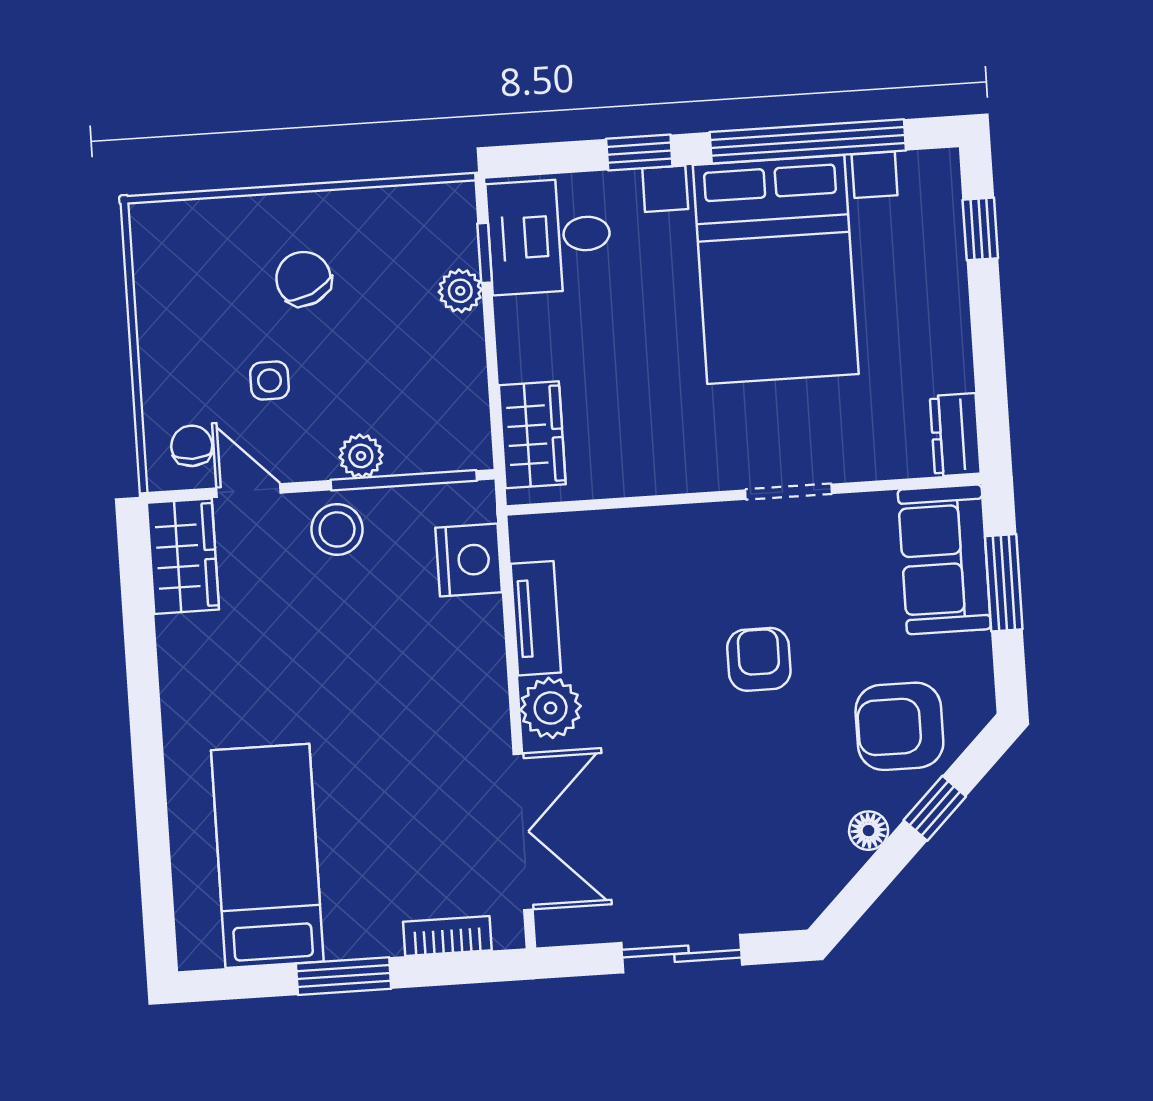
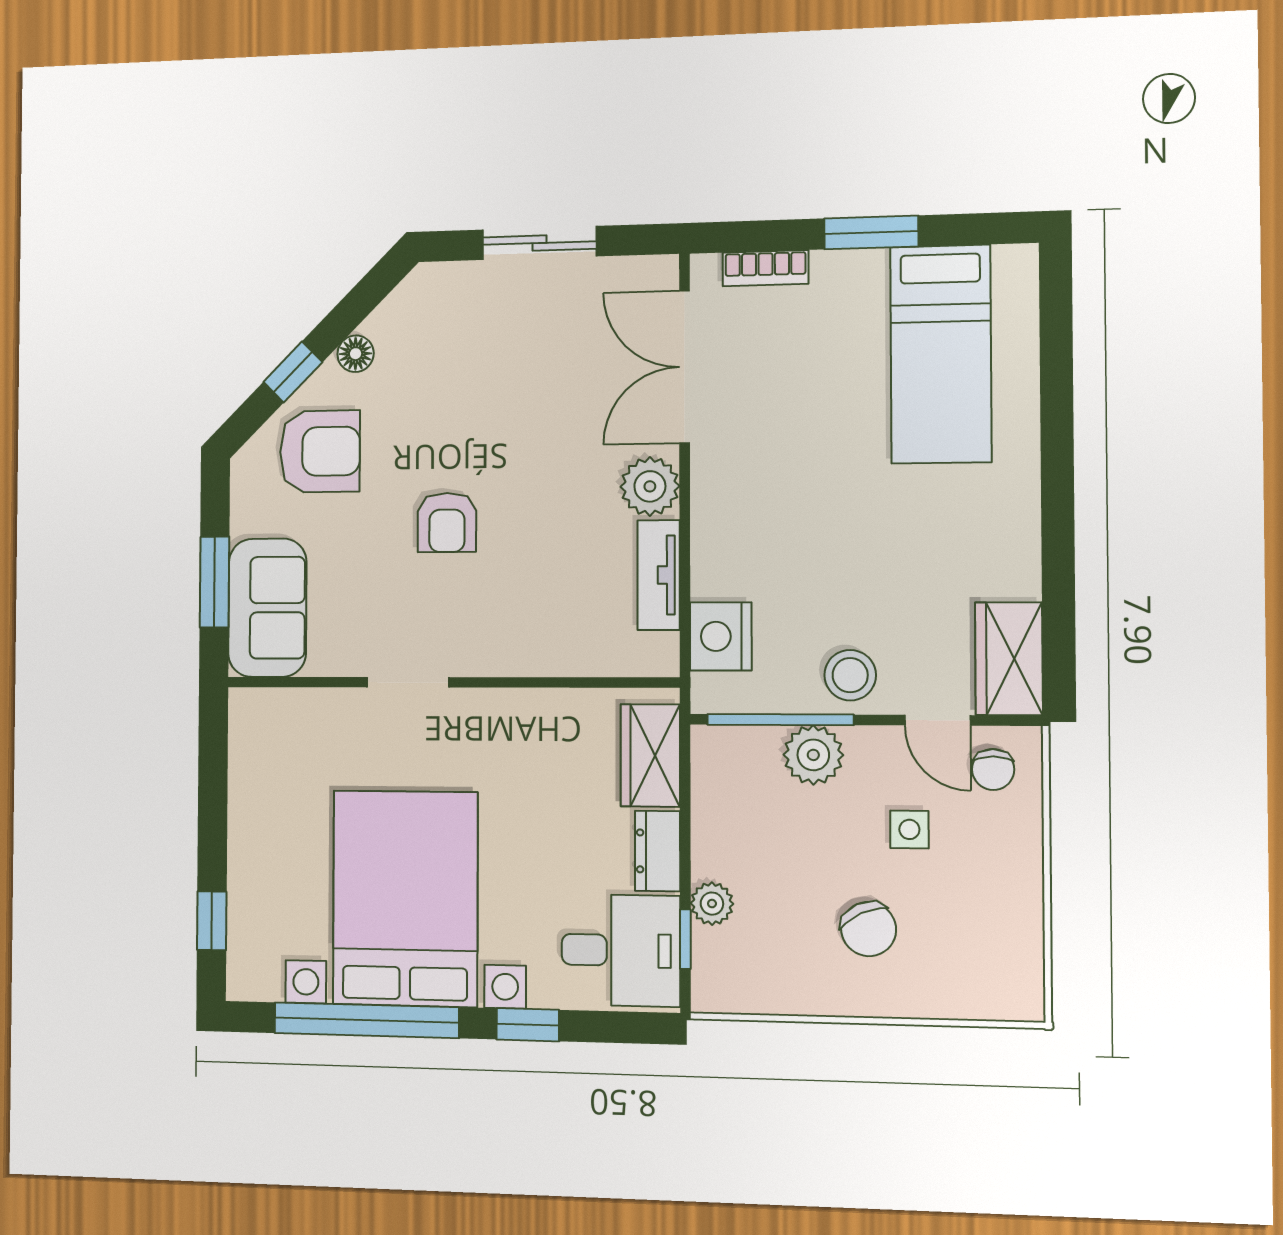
dresser: (955, 435) -> (658, 851), moved, turned 180
plant: (361, 456) -> (813, 755), width x1.38, depth x1.38

